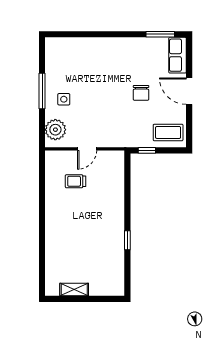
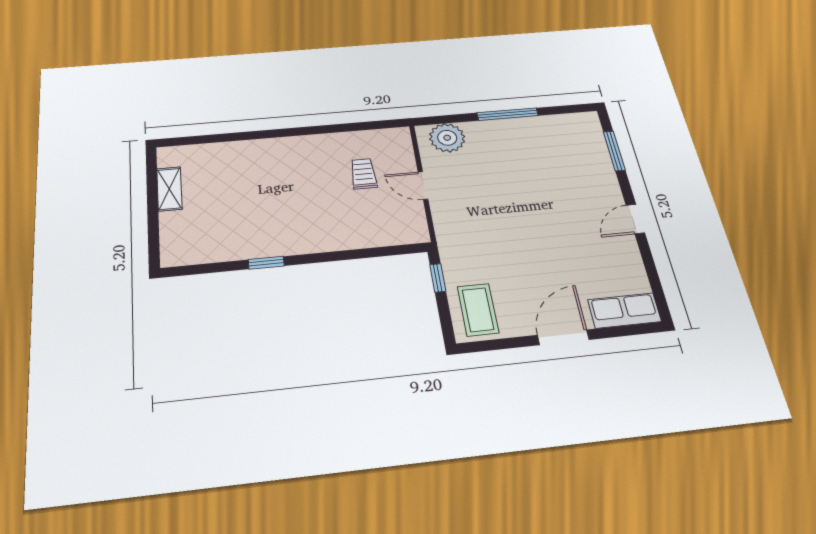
door: (122, 34) -> (635, 219), added
window: (160, 34) -> (614, 151), moved
chair: (141, 93) -> (540, 258), removed
side table: (64, 99) -> (501, 145), removed

